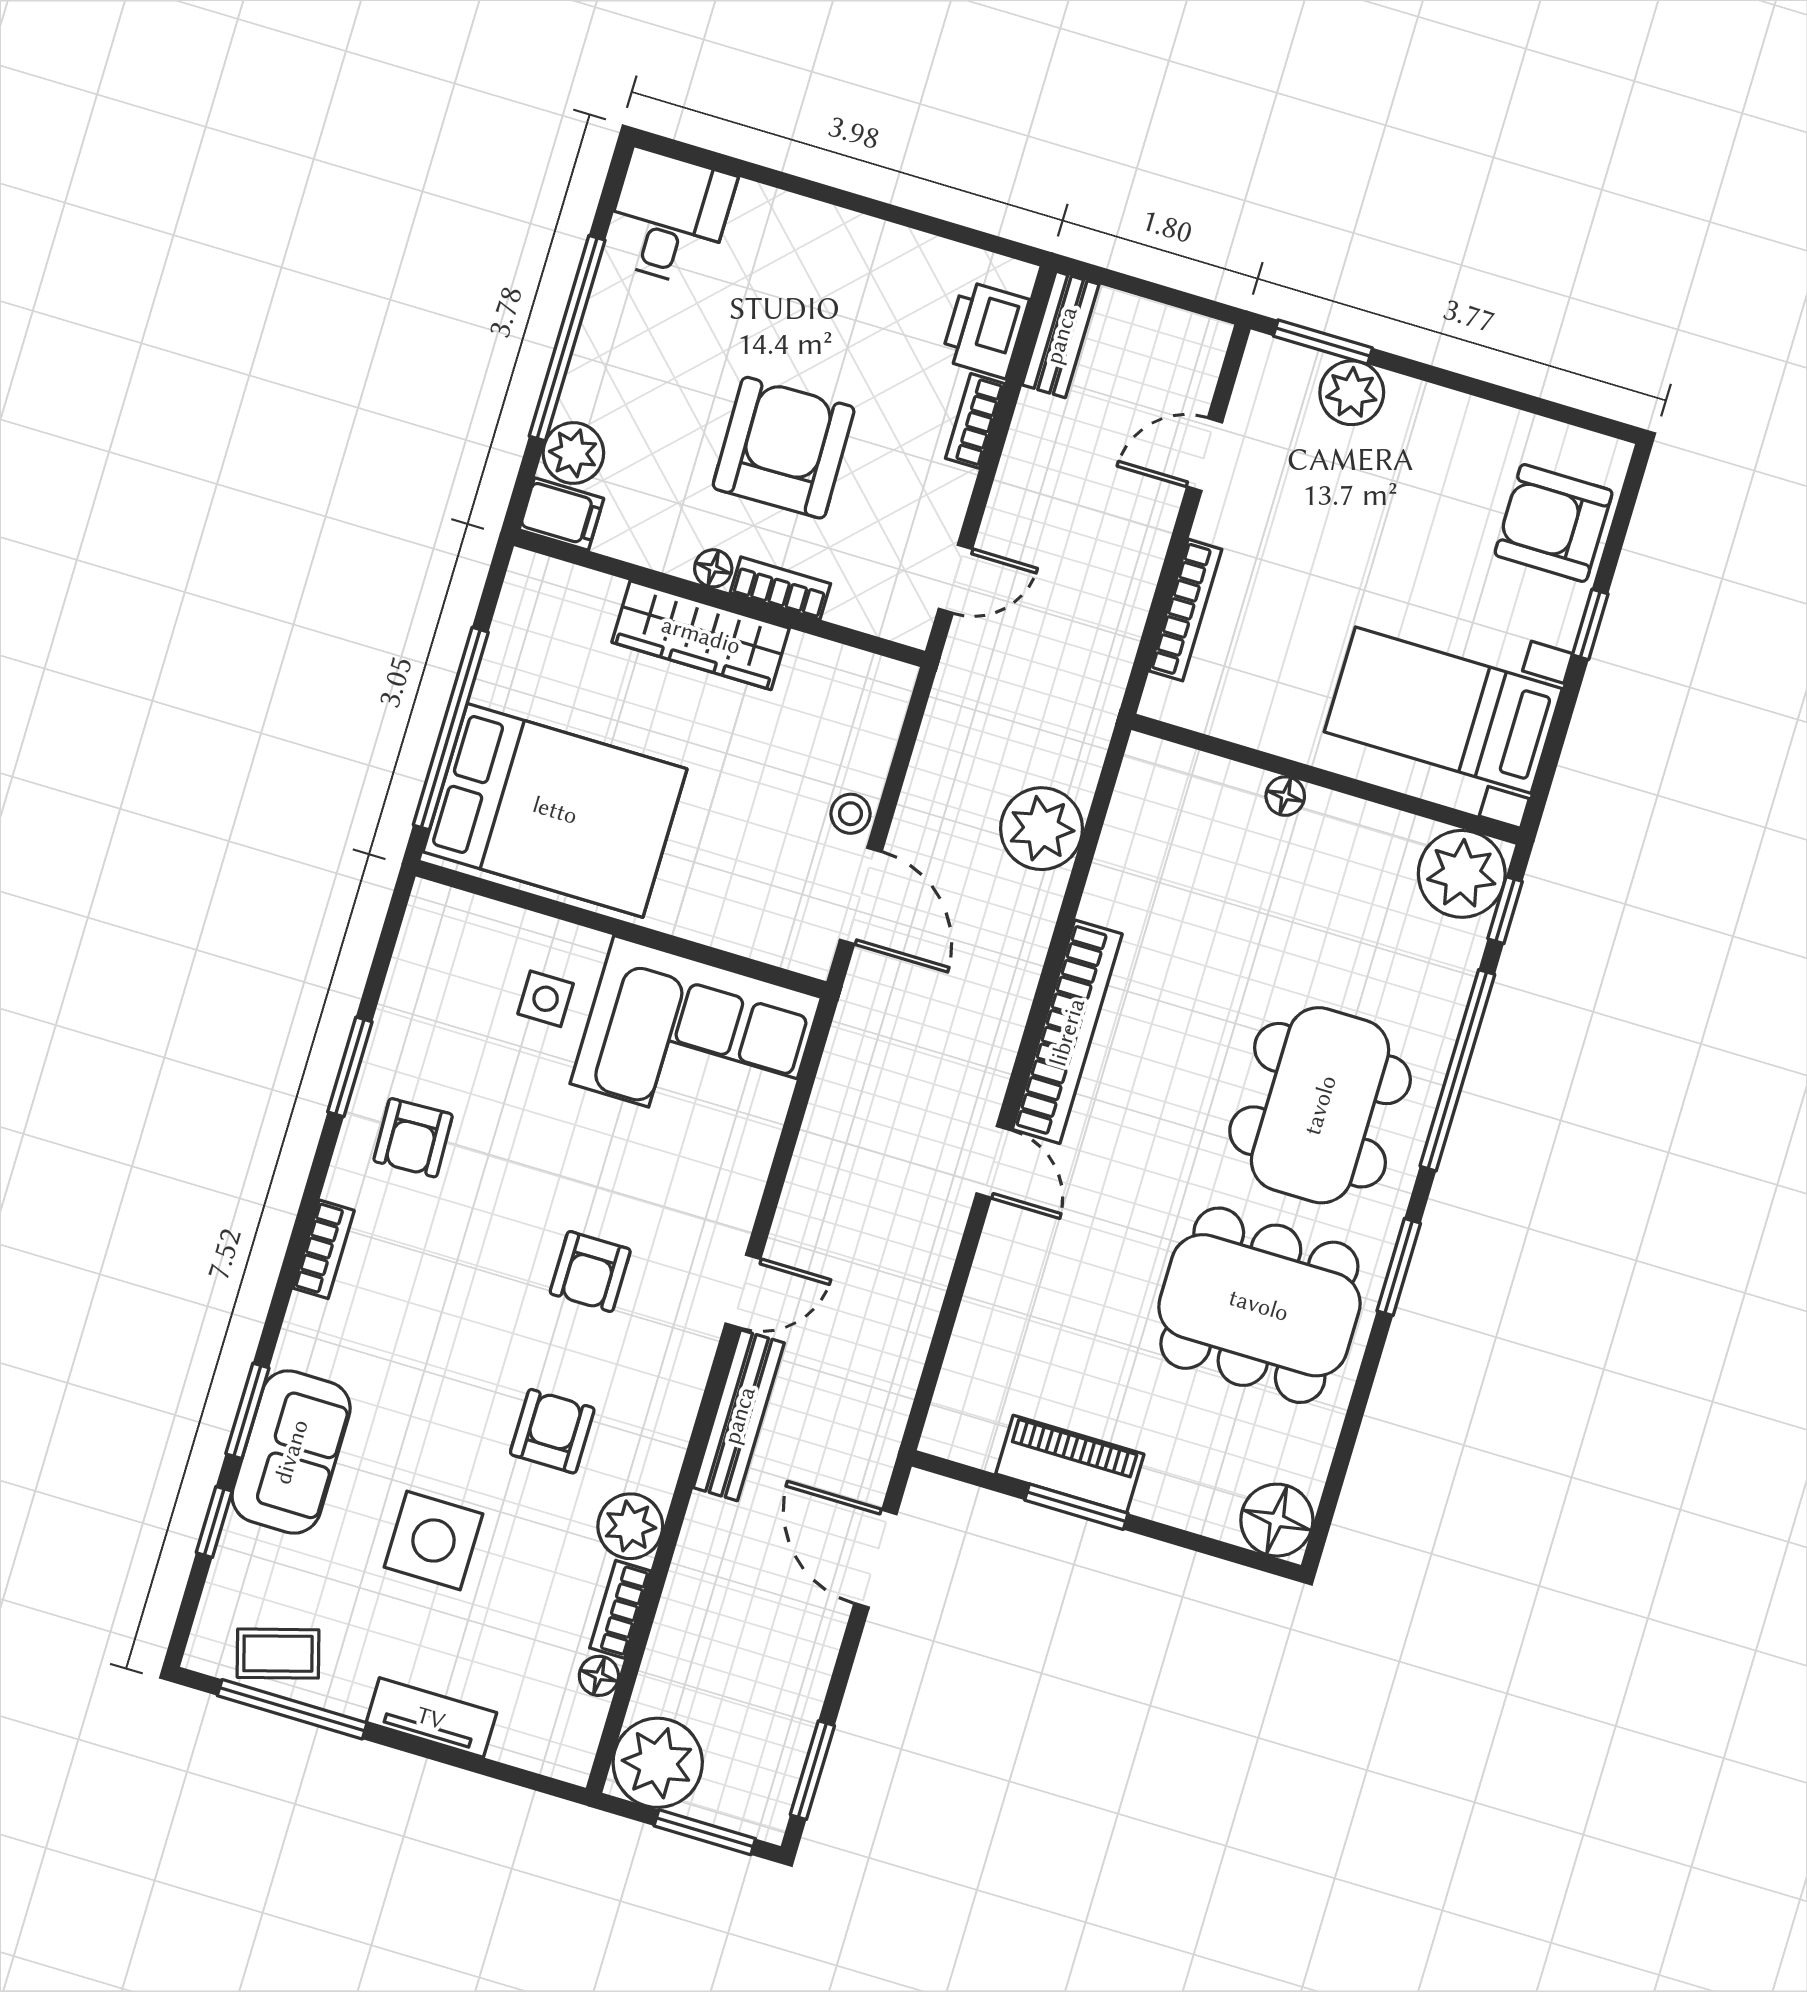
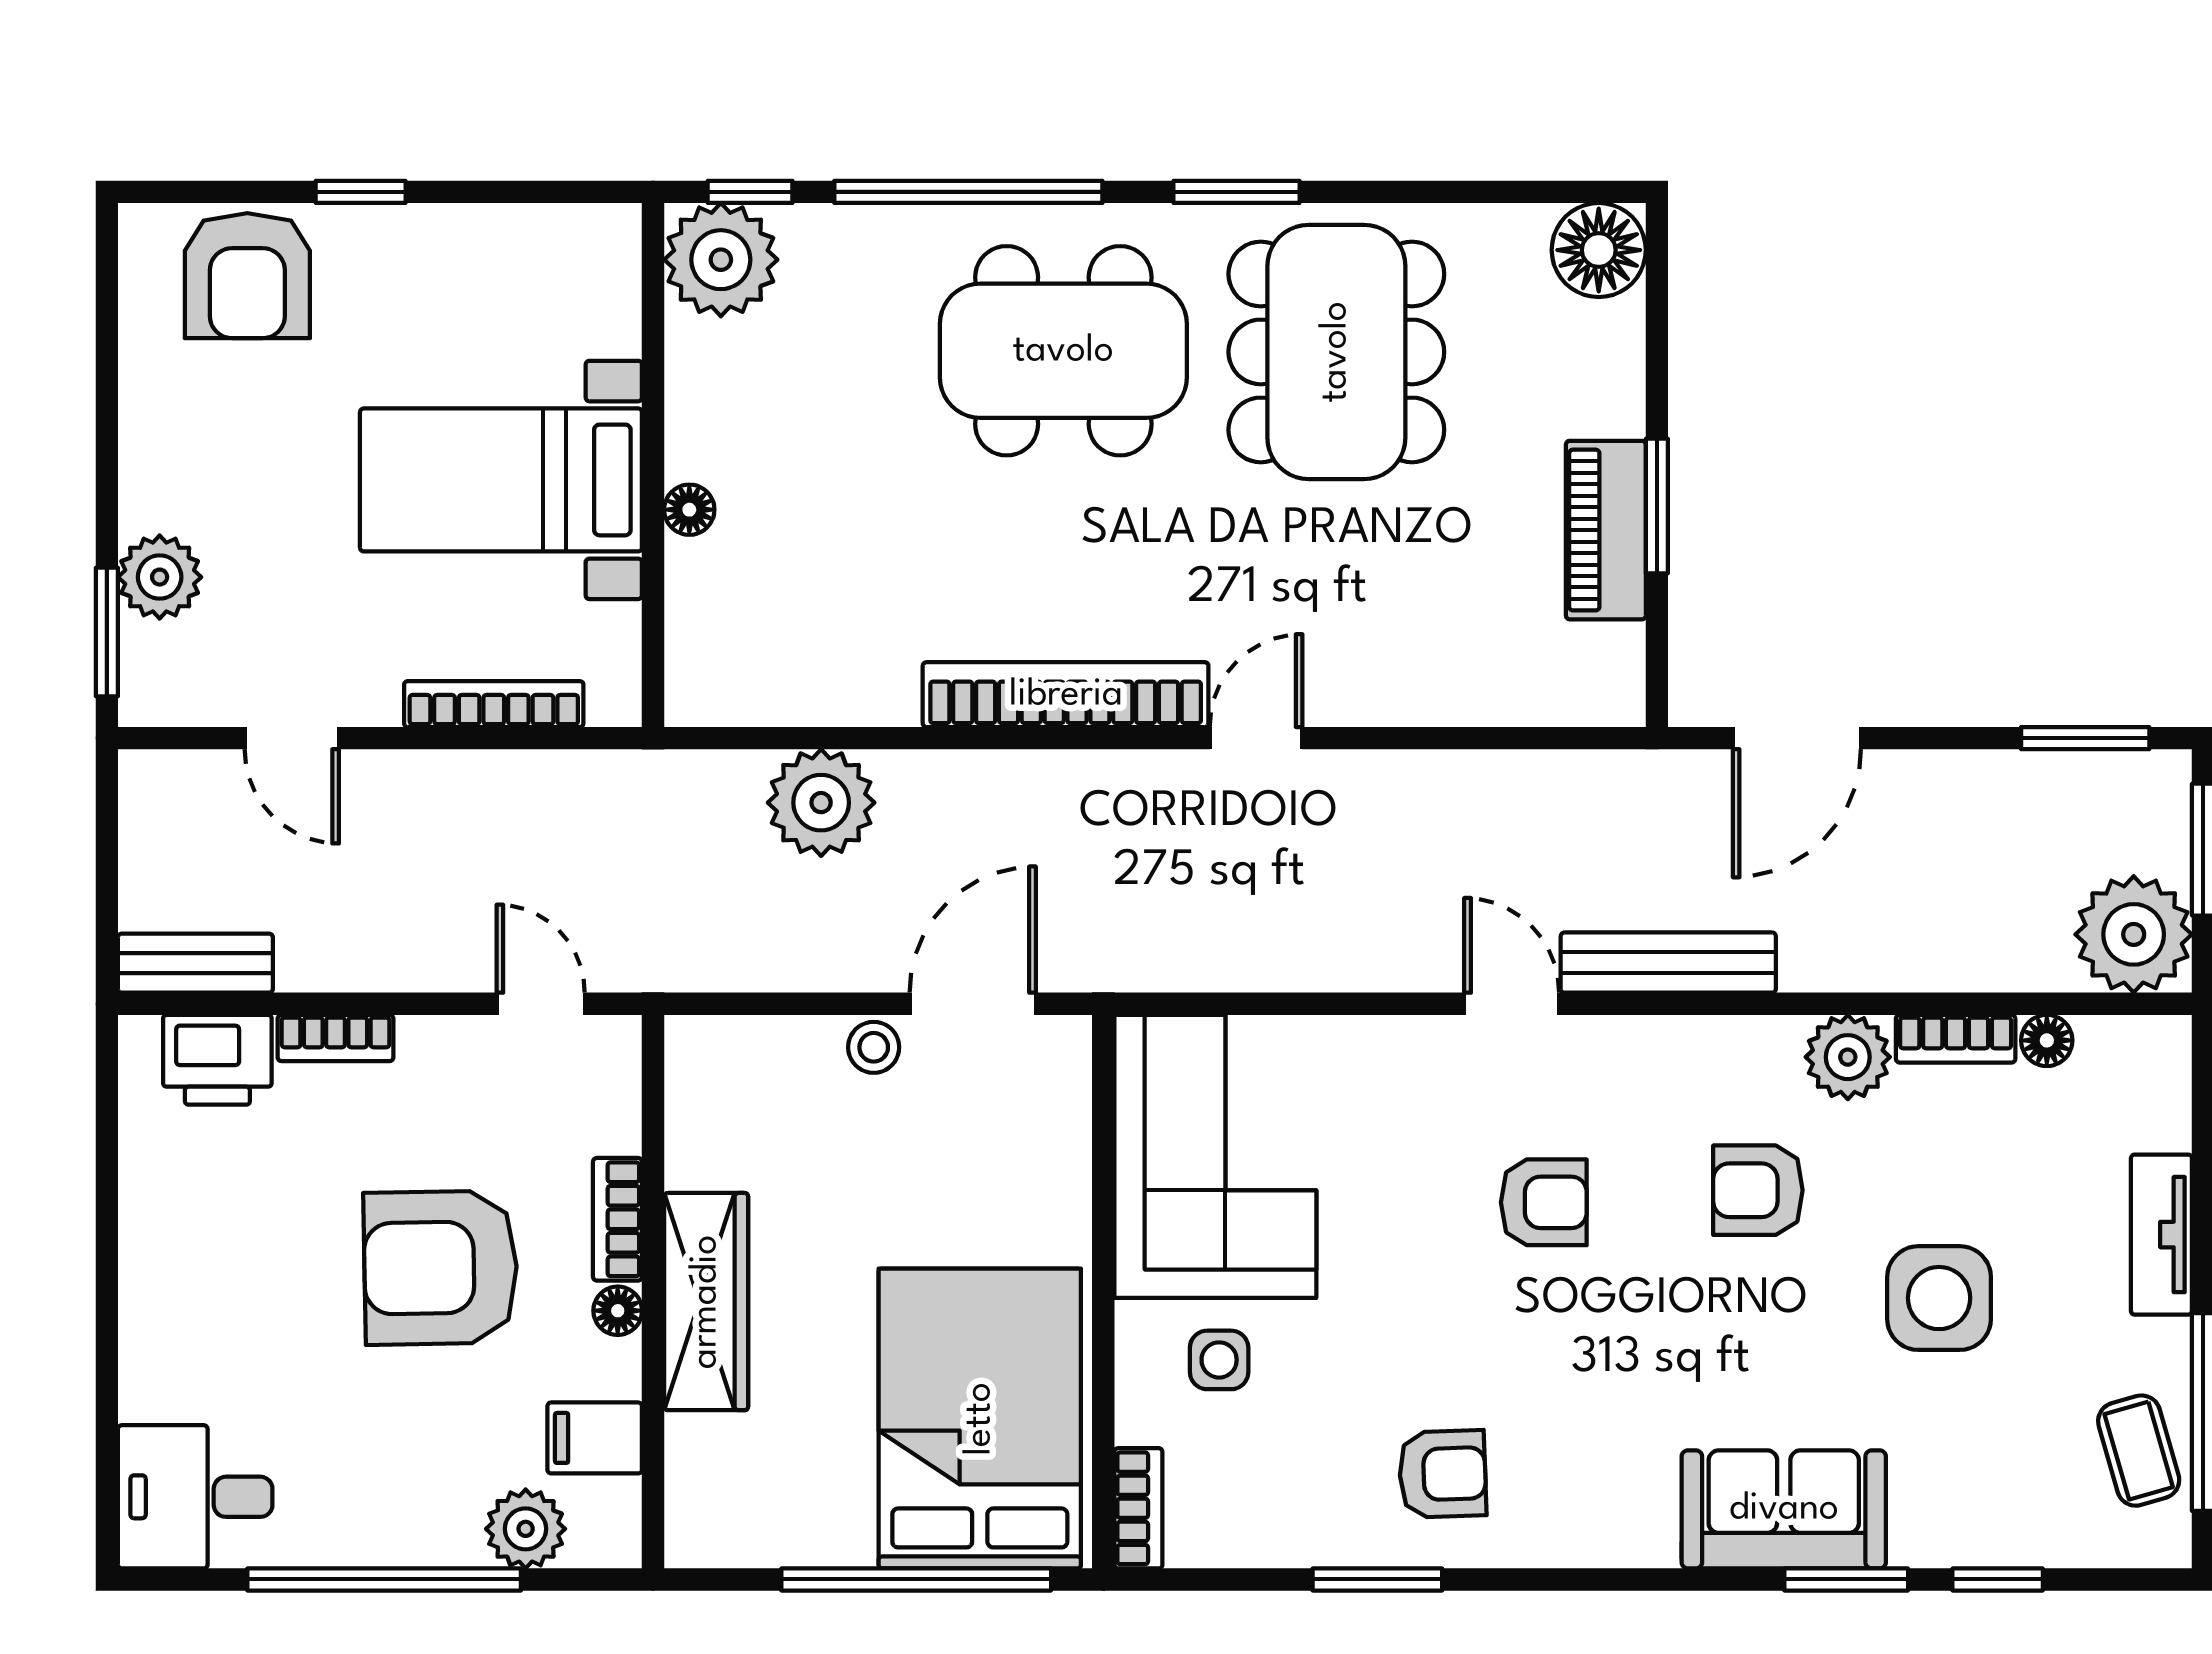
filing cabinet: (561, 514) -> (595, 1438), moved, turned -90
bed with nightstands: (1443, 710) -> (501, 480), moved, turned 90
bookcase: (324, 1249) -> (1138, 1508), moved, turned 90
sofa: (291, 1452) -> (1784, 1509), moved

